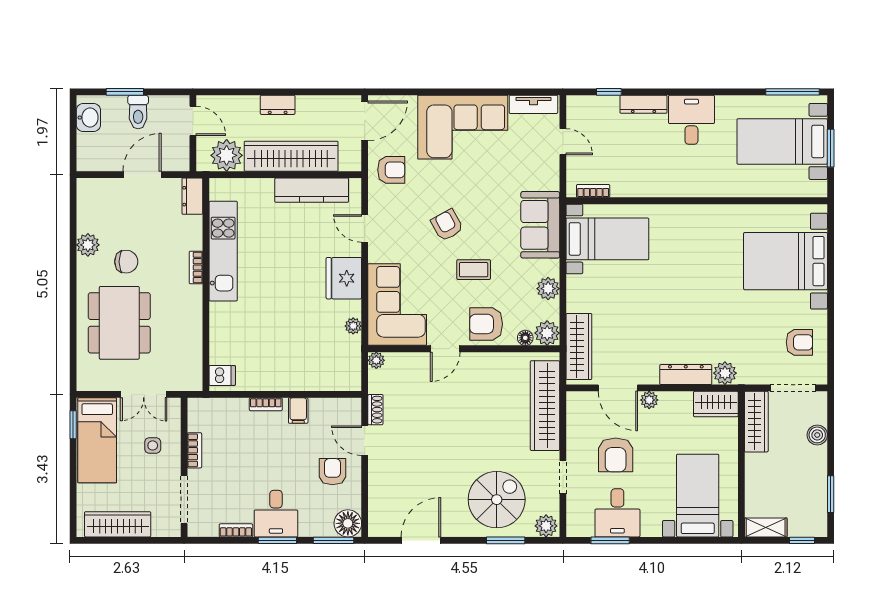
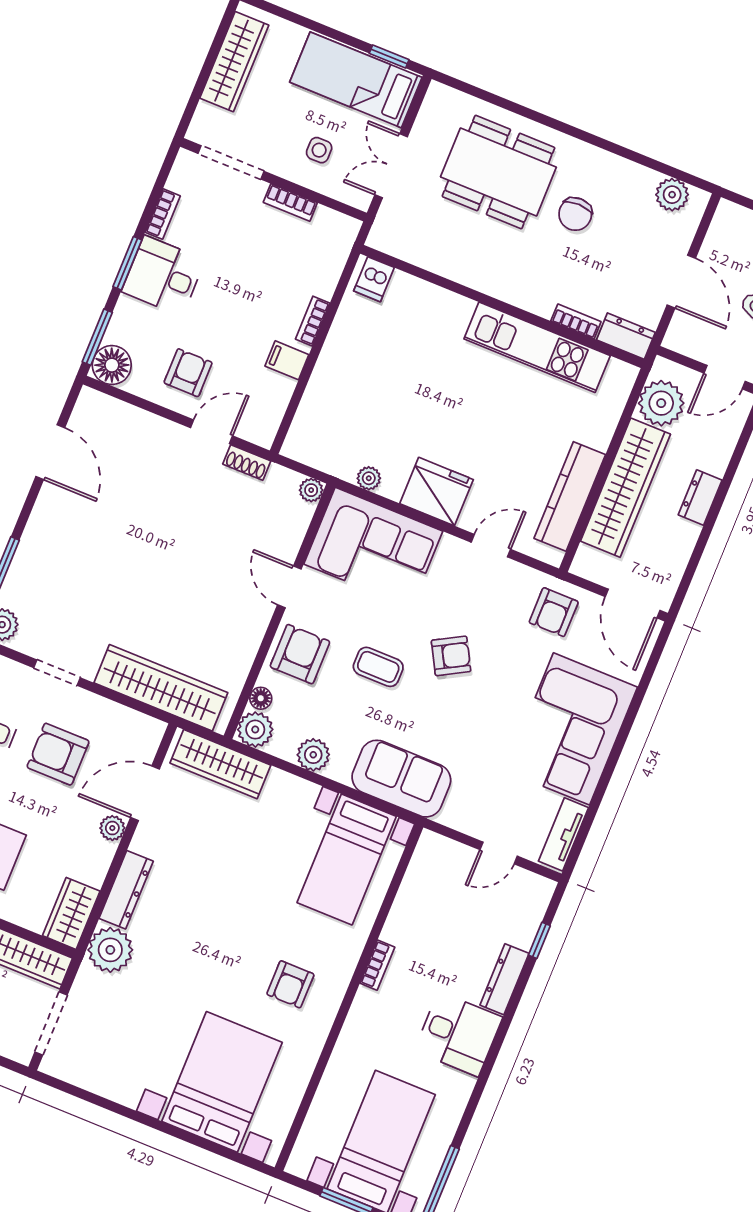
bookcase: (593, 191) -> (377, 965), moved
plant: (88, 245) -> (672, 195), moved
bookcase: (196, 267) -> (576, 321), moved
coffee table: (474, 270) -> (378, 667), turned 90
armchair: (799, 342) -> (290, 984), moved
plant: (725, 373) -> (110, 950), width x1.36, depth x1.36
armchair: (333, 472) -> (188, 373), turned -90
spiral stairs: (497, 500) -> (63, 574), removed

